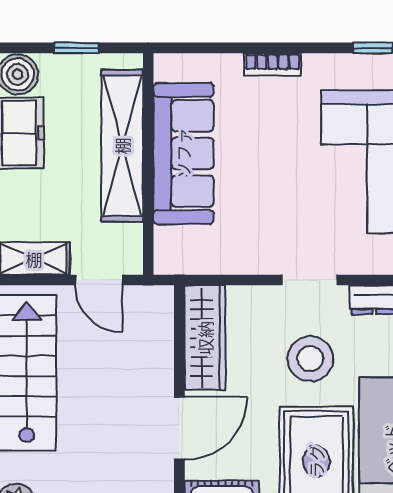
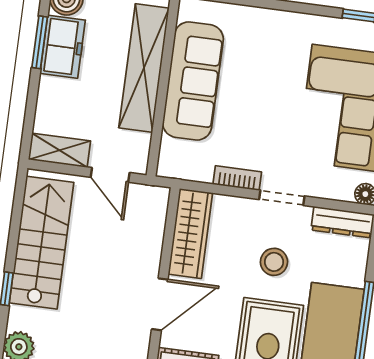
bookcase: (273, 64) -> (237, 178), moved, turned 180
stool: (310, 359) -> (274, 262), width x0.73, depth x0.73

